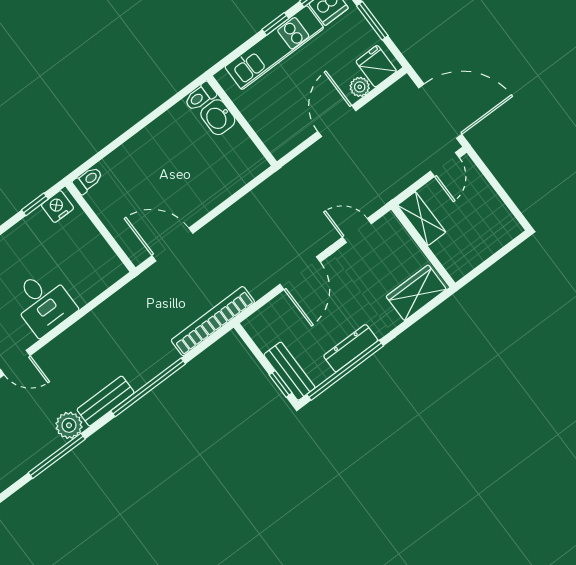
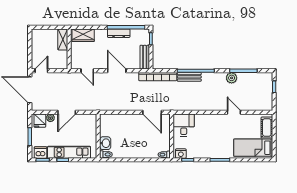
shelving: (422, 219) -> (63, 39), moved
door: (300, 273) -> (117, 71), hinge flipped
desk: (43, 303) -> (184, 125), moved
bench: (289, 371) -> (145, 57), moved
bench: (106, 401) -> (189, 77), moved

